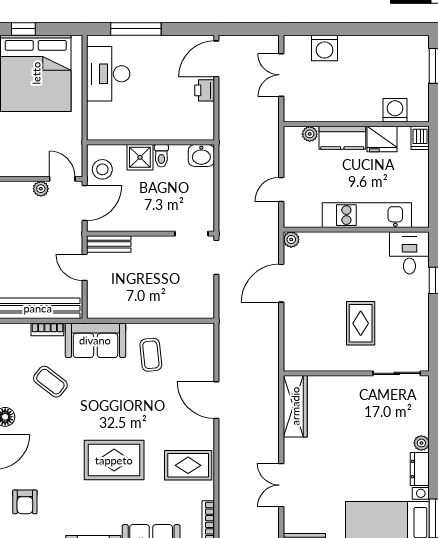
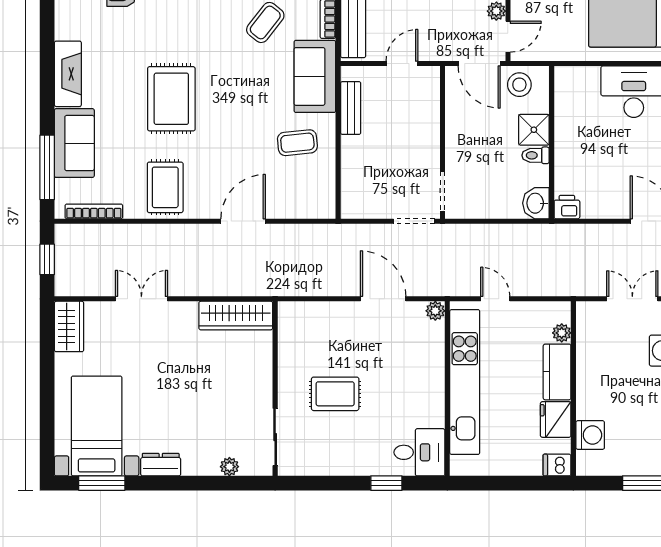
printer: (205, 90) -> (567, 207), moved
kitchen unit: (367, 215) -> (465, 382), width x1.36
bench: (109, 244) -> (351, 108), moved
plant: (421, 443) -> (229, 467), moved

